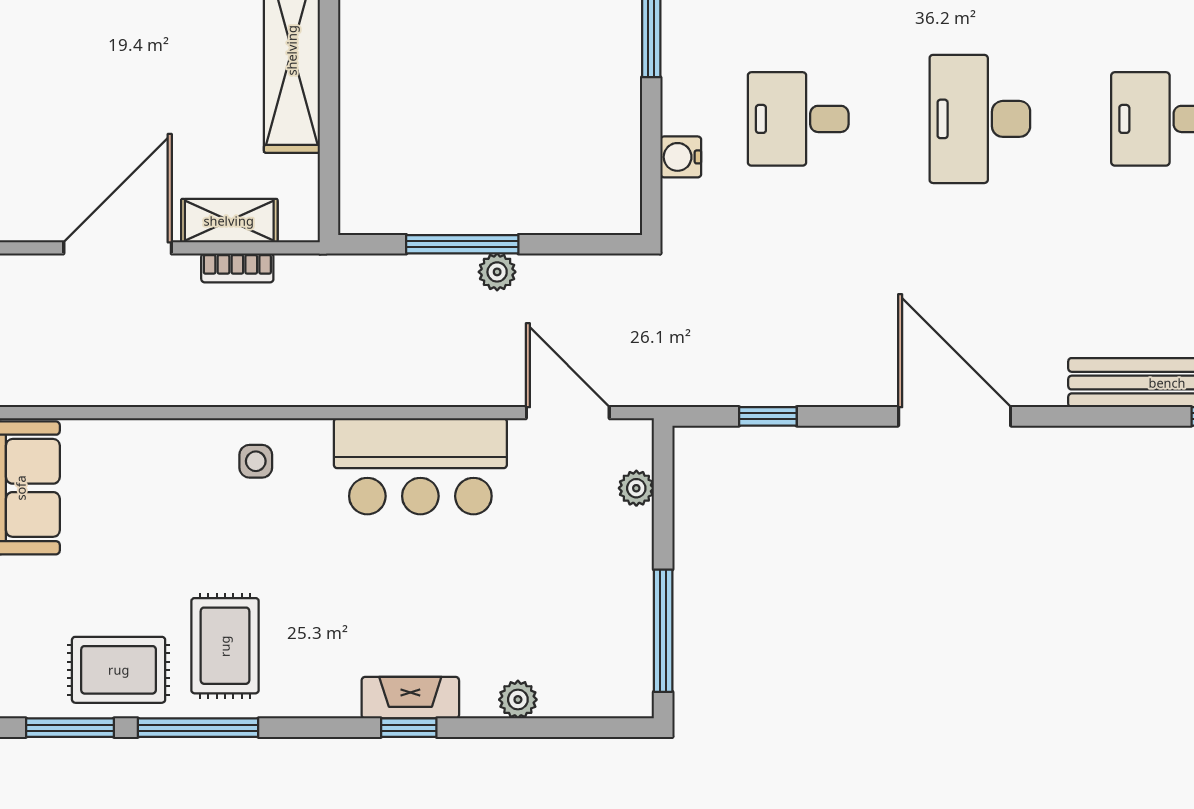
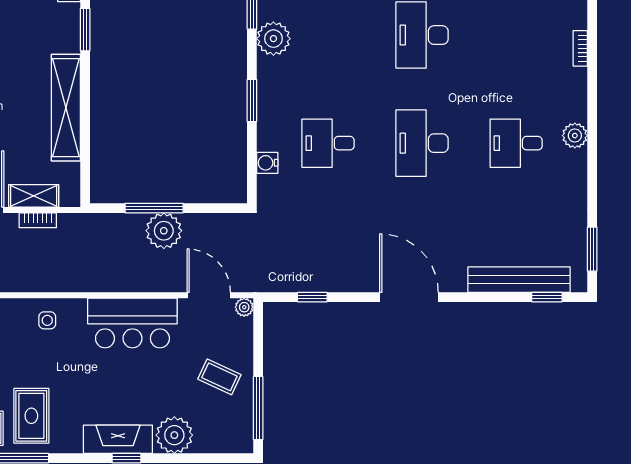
plant: (497, 272) -> (164, 231), width x1.87, depth x1.87
plant: (636, 488) -> (244, 307), moved
coffee table: (588, 570) -> (219, 377), added
fireplace: (410, 698) -> (118, 439), width x1.37, depth x1.32
plant: (518, 700) -> (174, 435), width x1.88, depth x1.88

